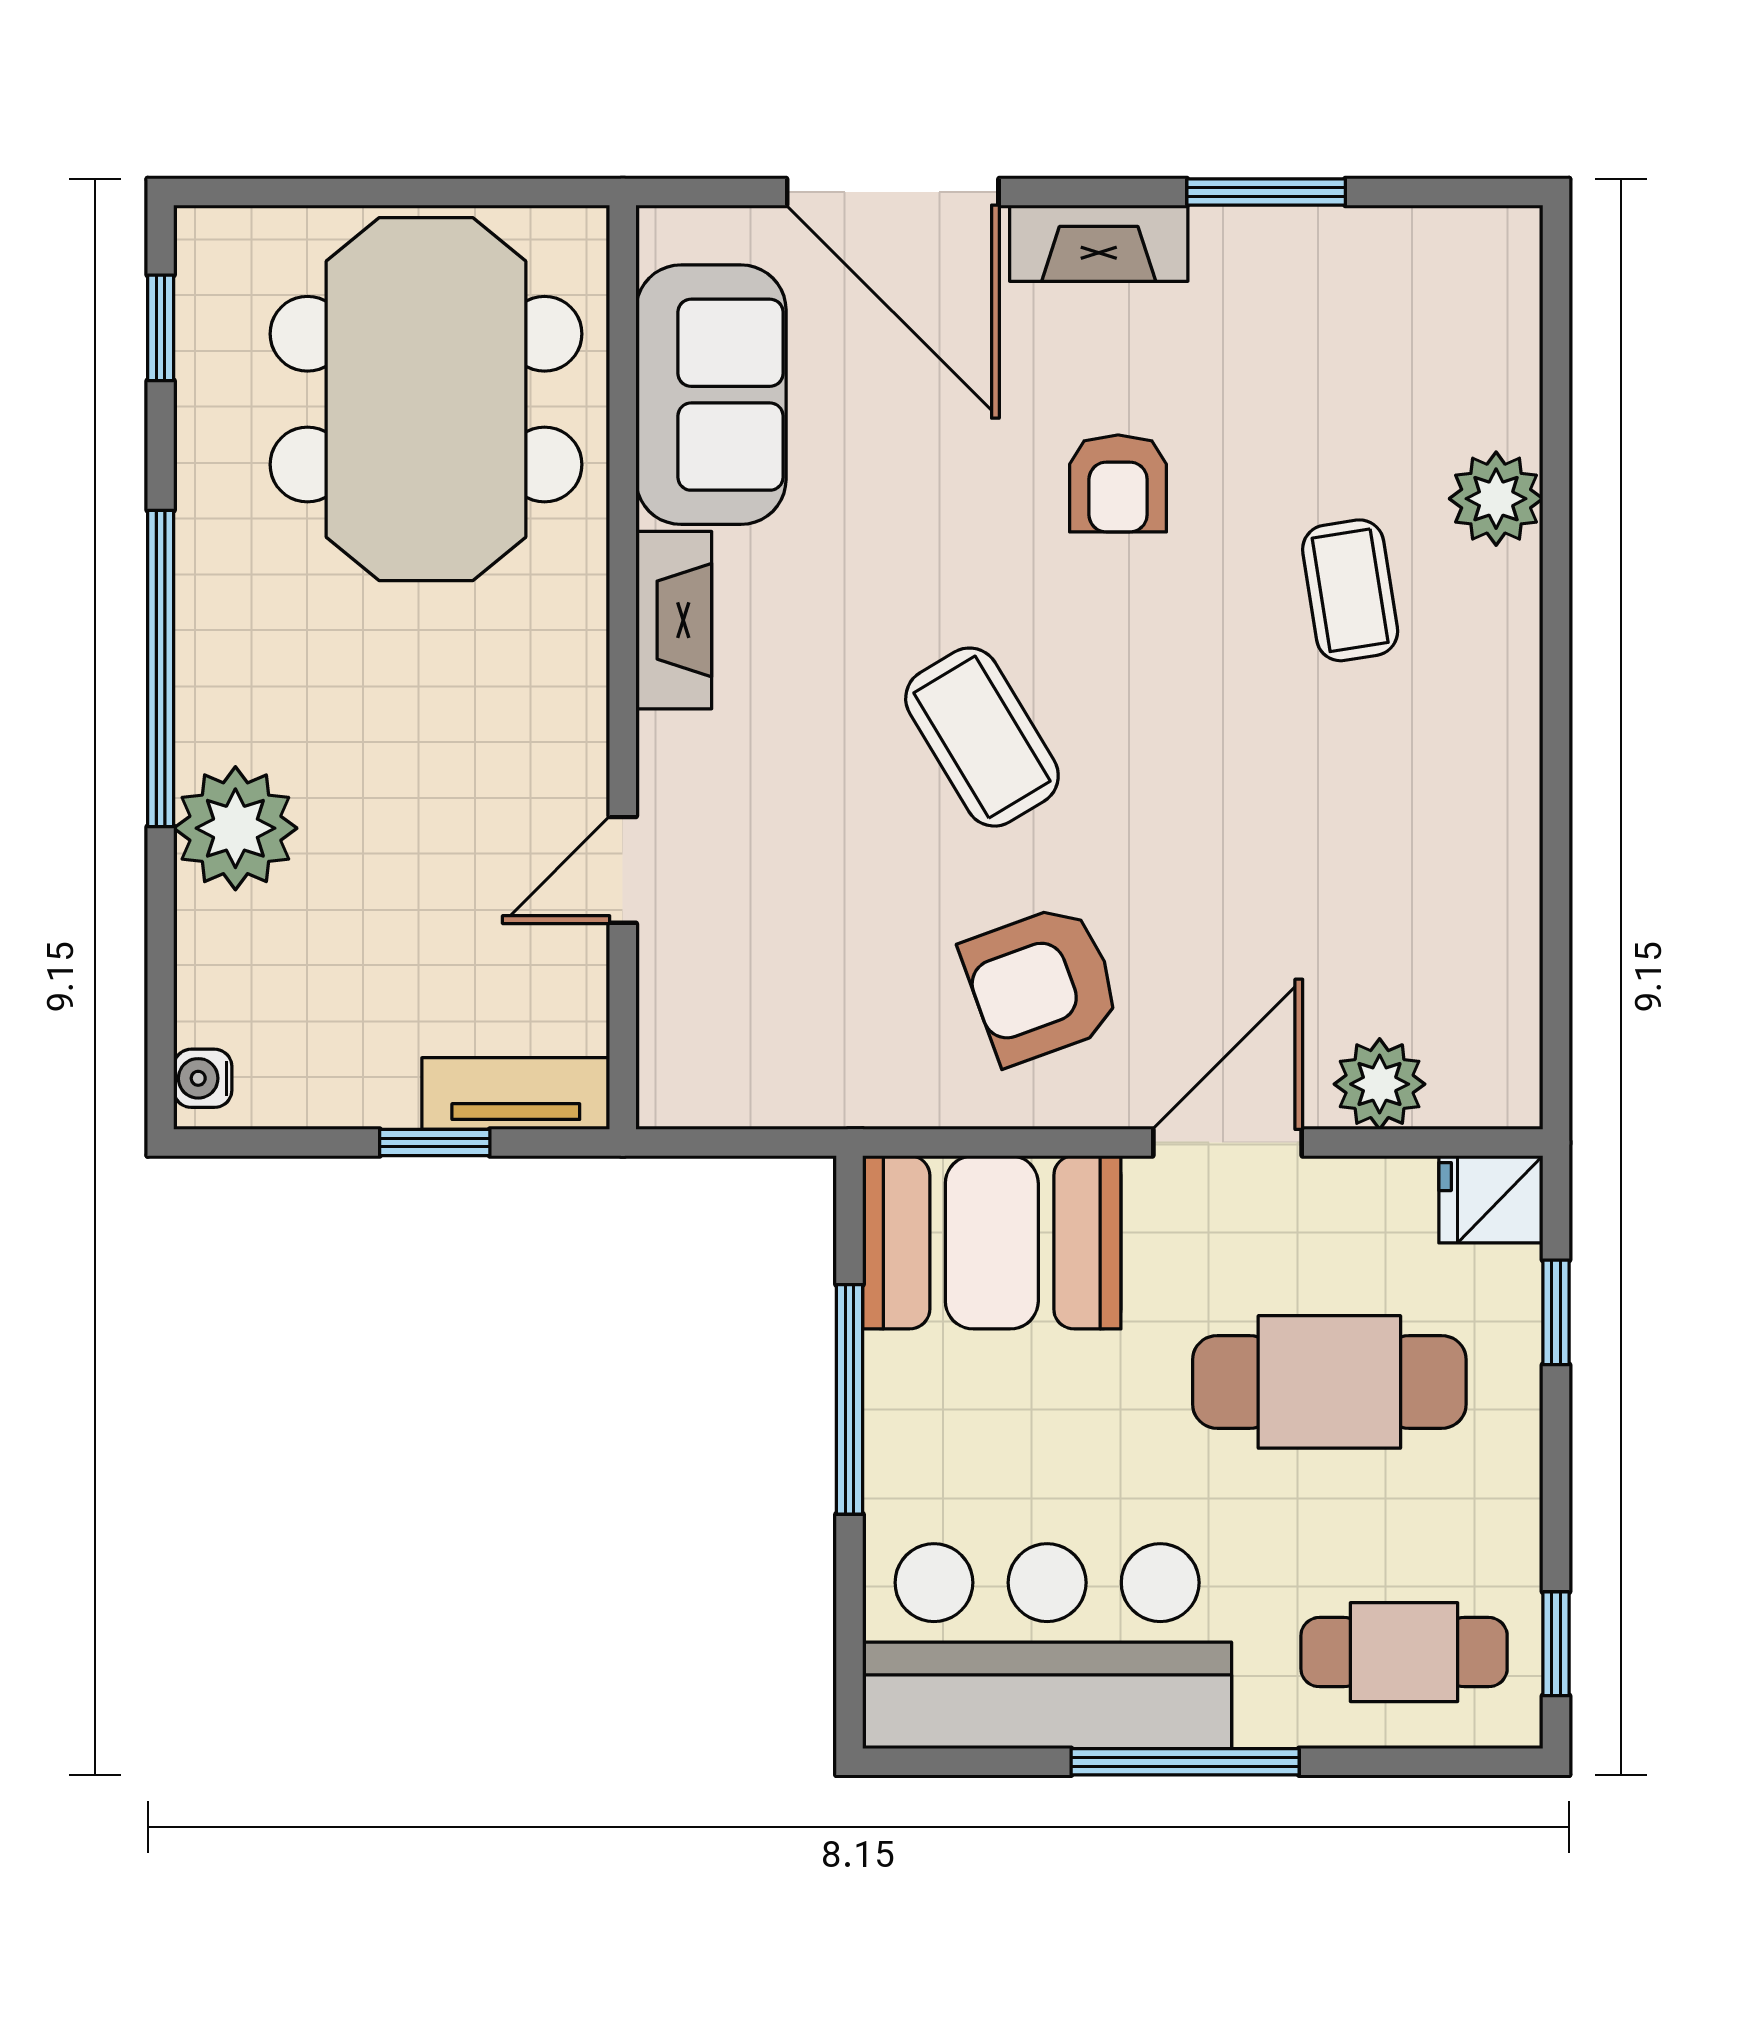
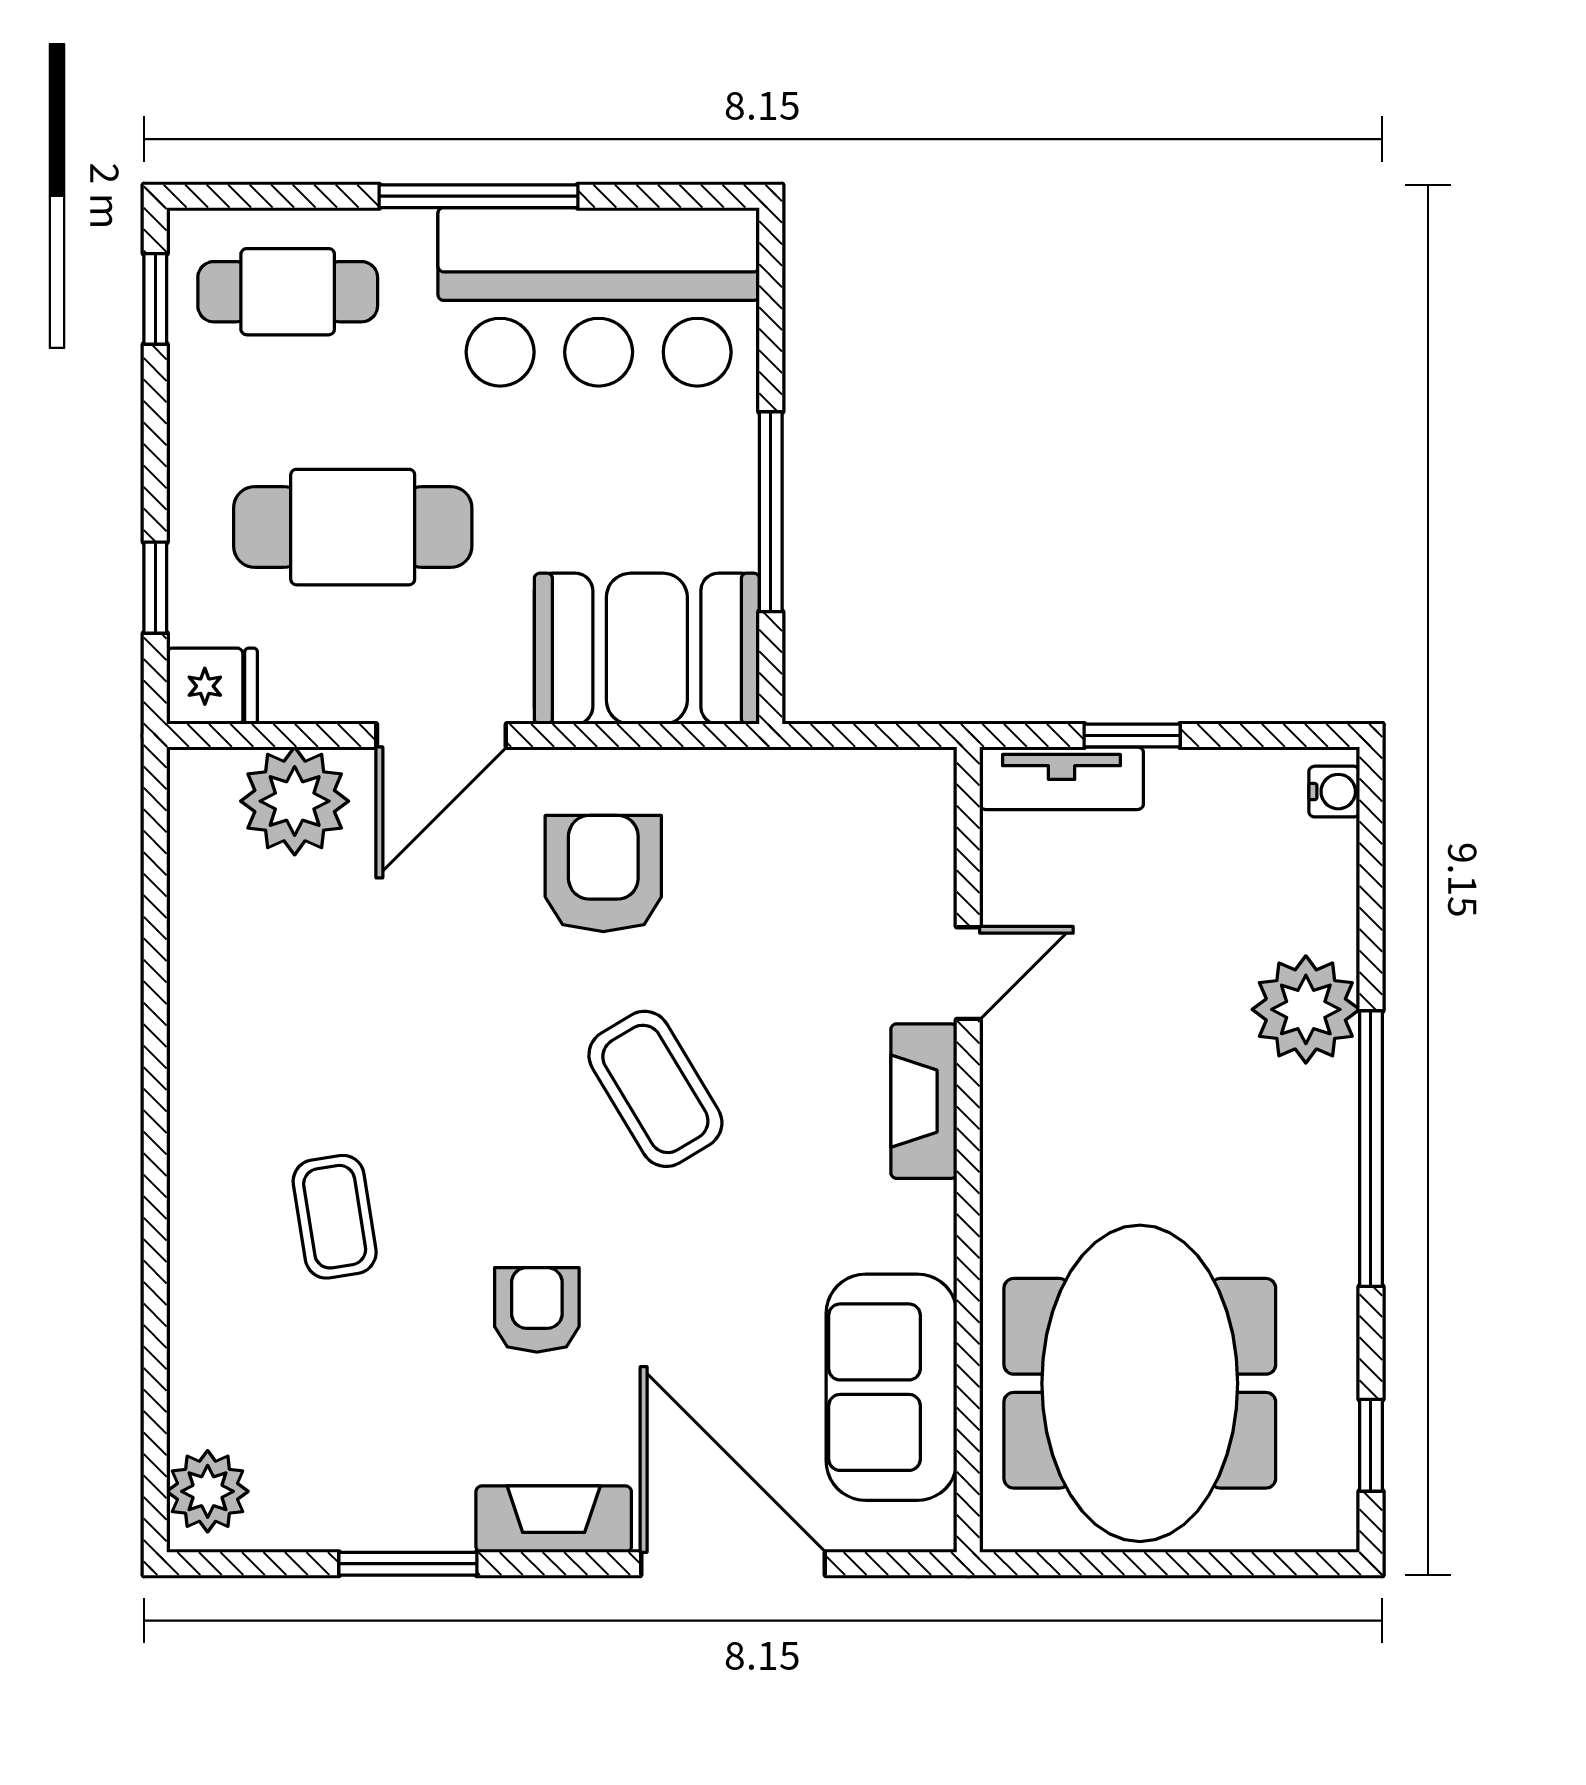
plant: (1496, 499) -> (208, 1491), moved
fireplace: (674, 620) -> (924, 1101), moved
armchair: (1042, 984) -> (603, 874), turned -70
plant: (1380, 1084) -> (295, 801), width x1.36, depth x1.36

